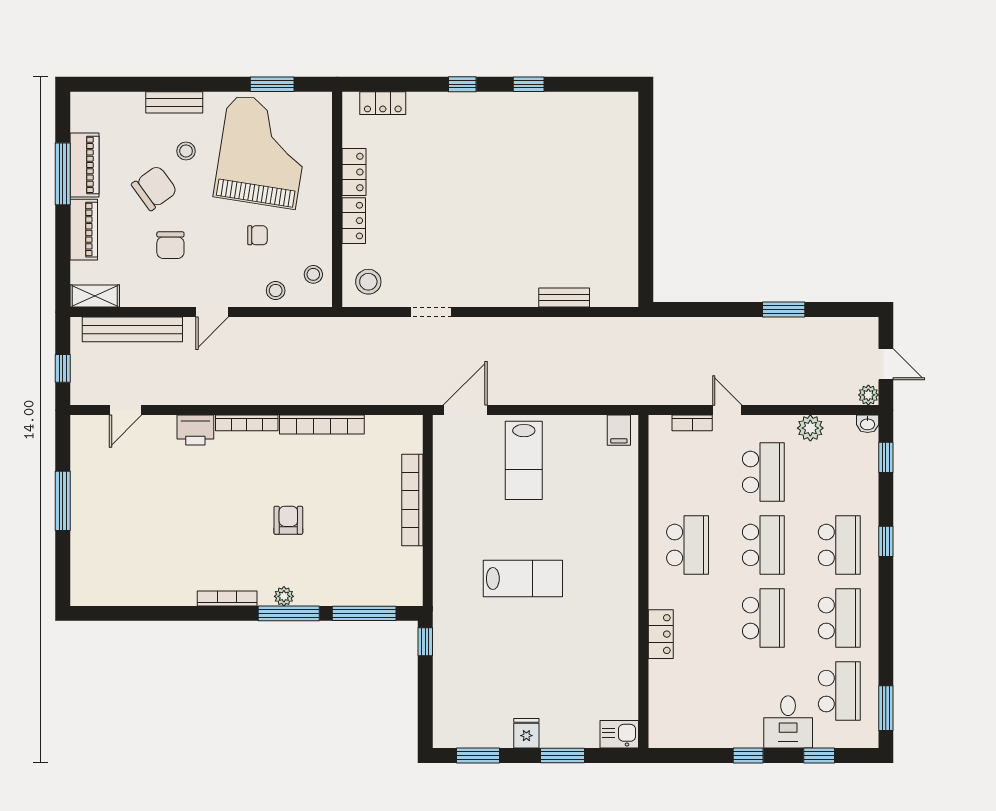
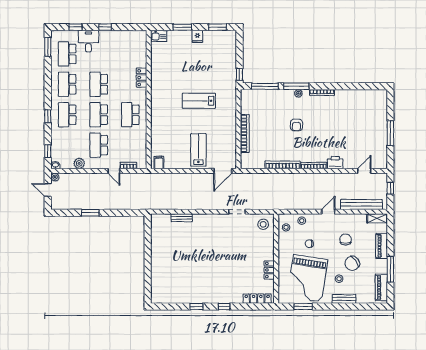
locker: (383, 103) -> (257, 299), width x1.53
piano: (84, 165) -> (381, 287), moved
locker: (354, 221) -> (269, 250), removed

